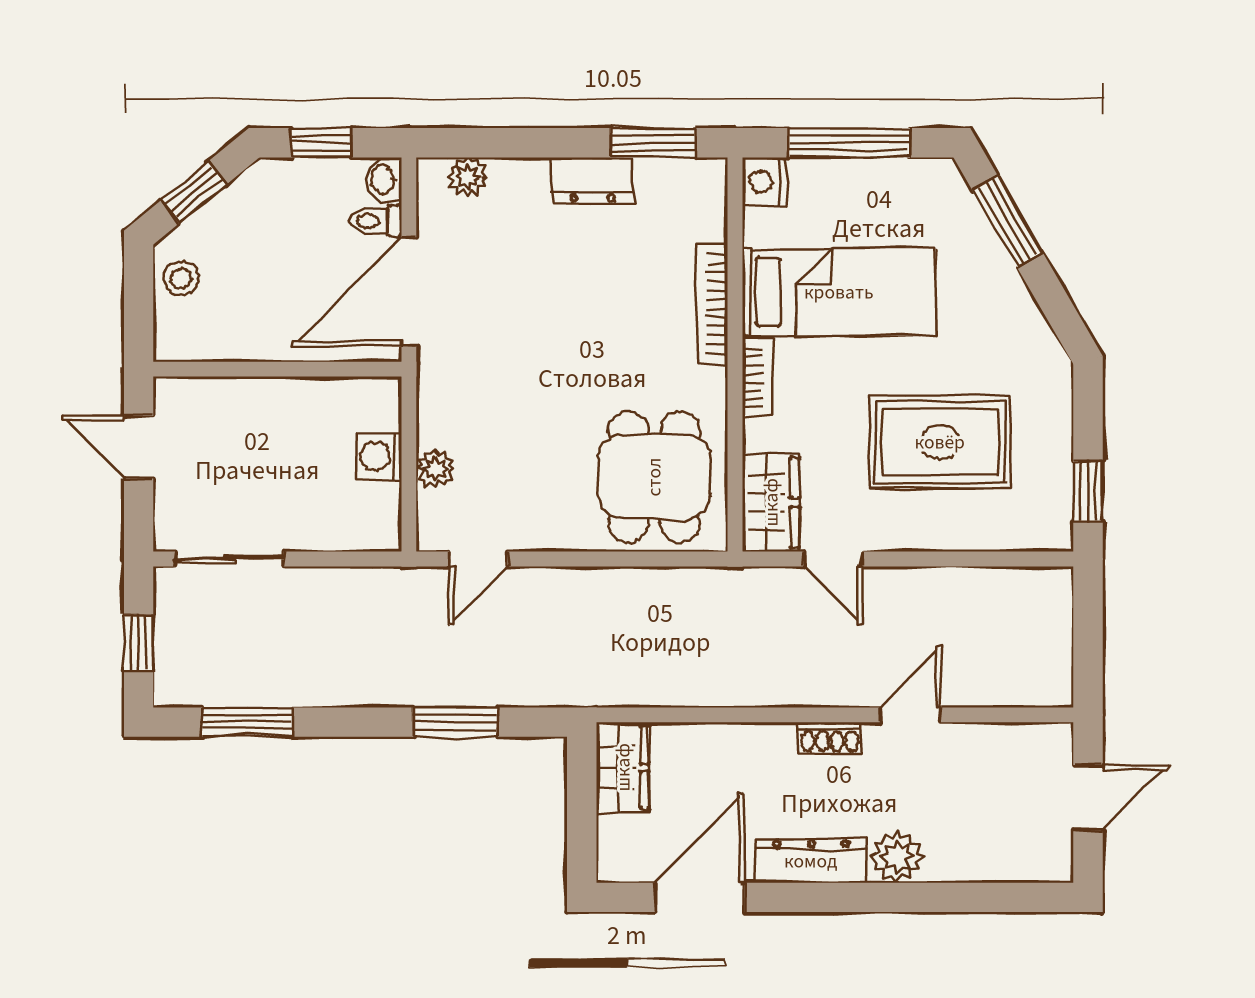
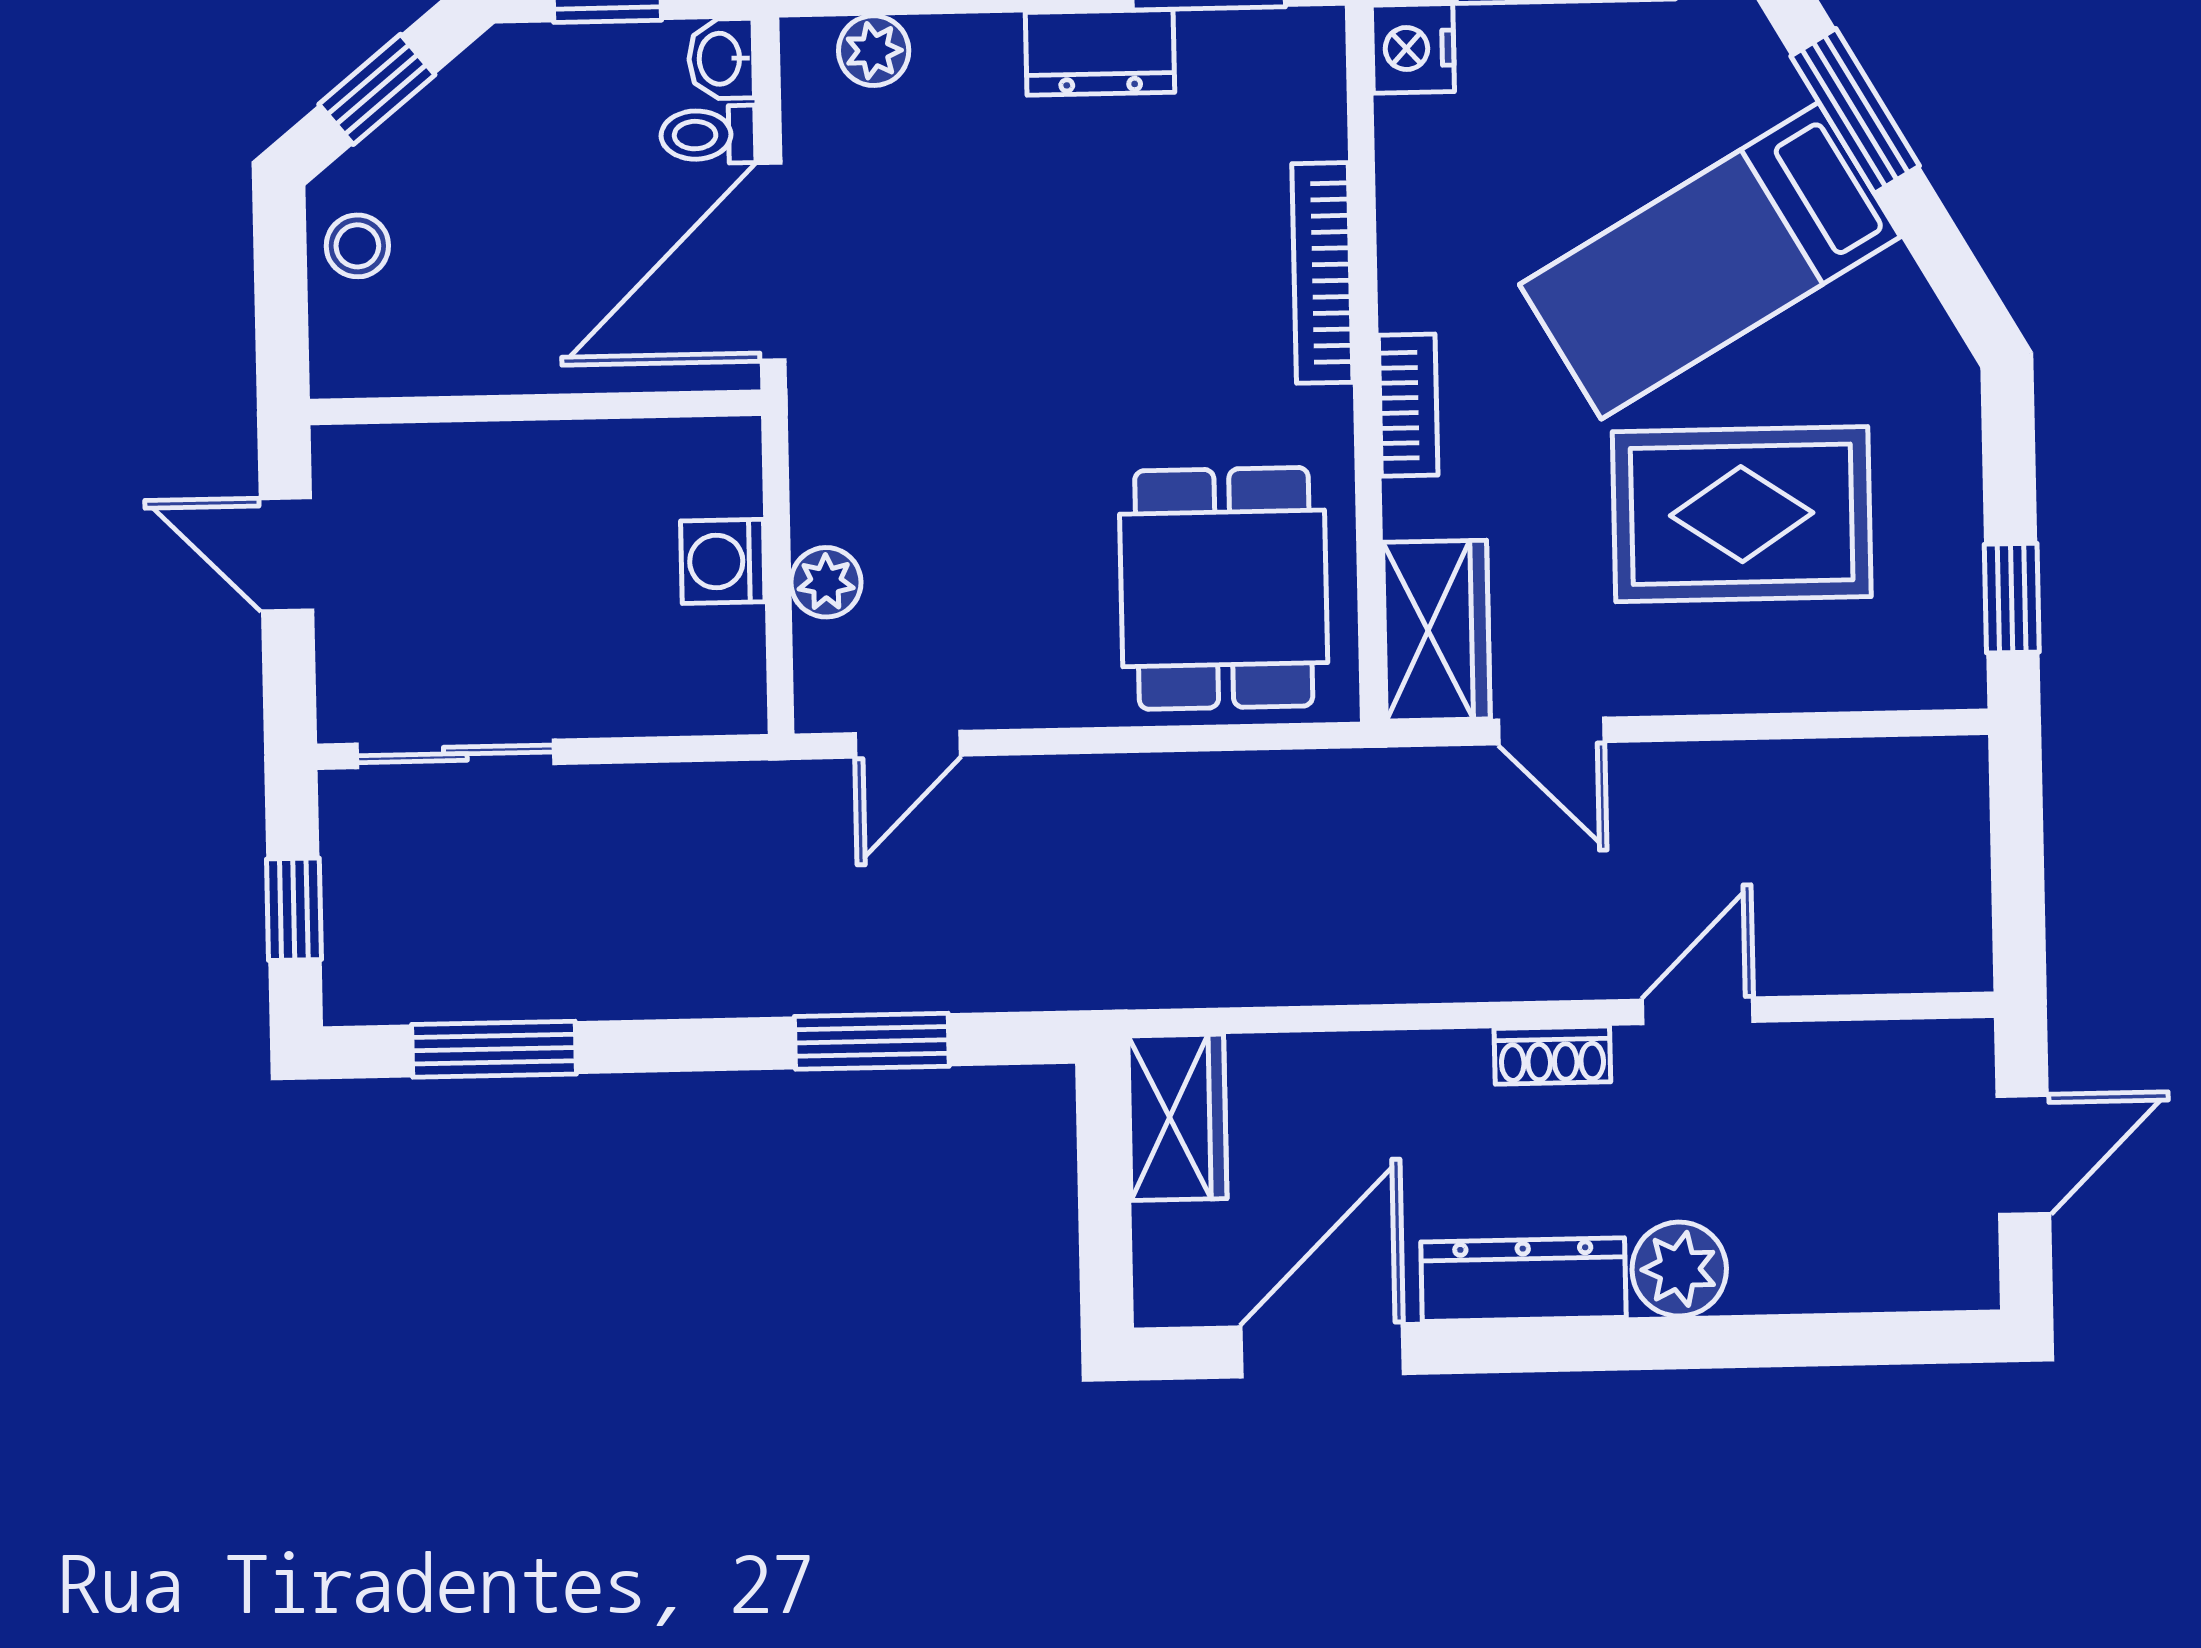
bed: (839, 292) -> (1710, 261), moved, turned 150

